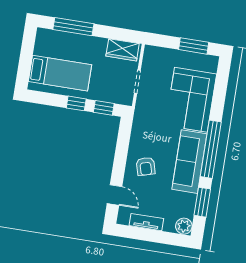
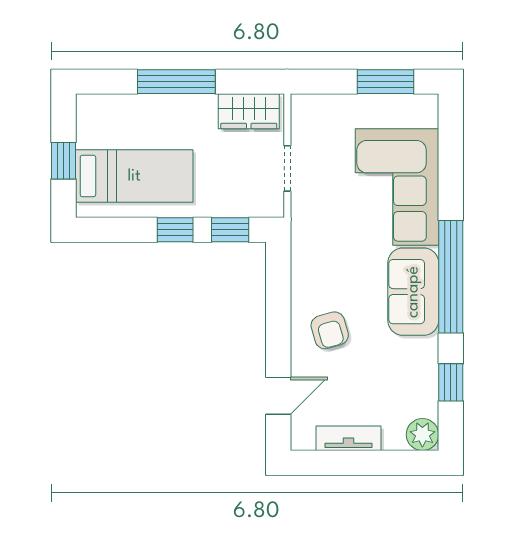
window: (73, 27) -> (176, 82), moved
window: (26, 60) -> (63, 161), added
sofa: (189, 162) -> (413, 292), width x0.73
door: (115, 195) -> (278, 396), hinge flipped
window: (202, 202) -> (451, 382), width x0.67

